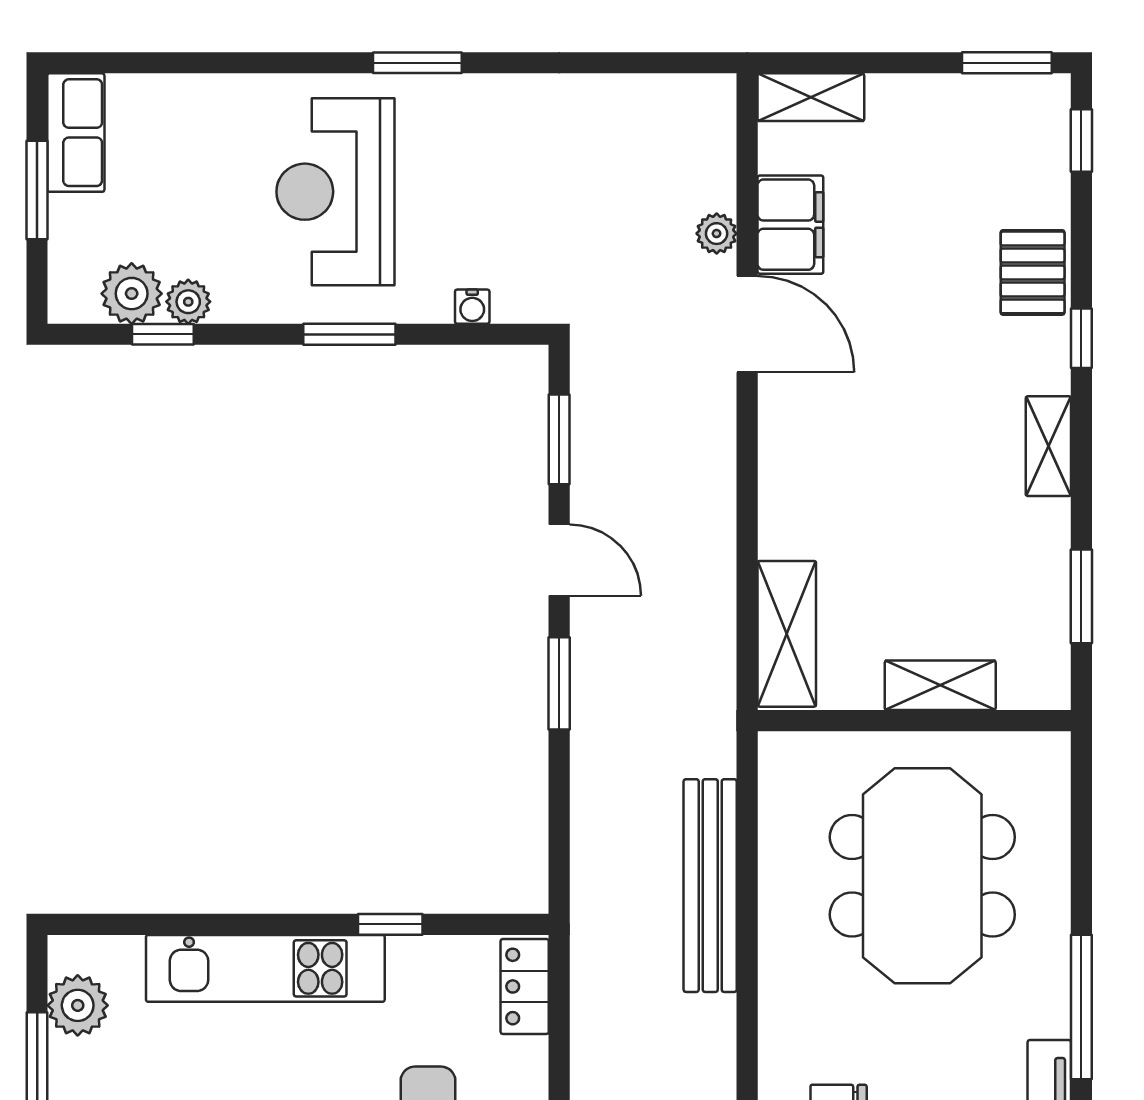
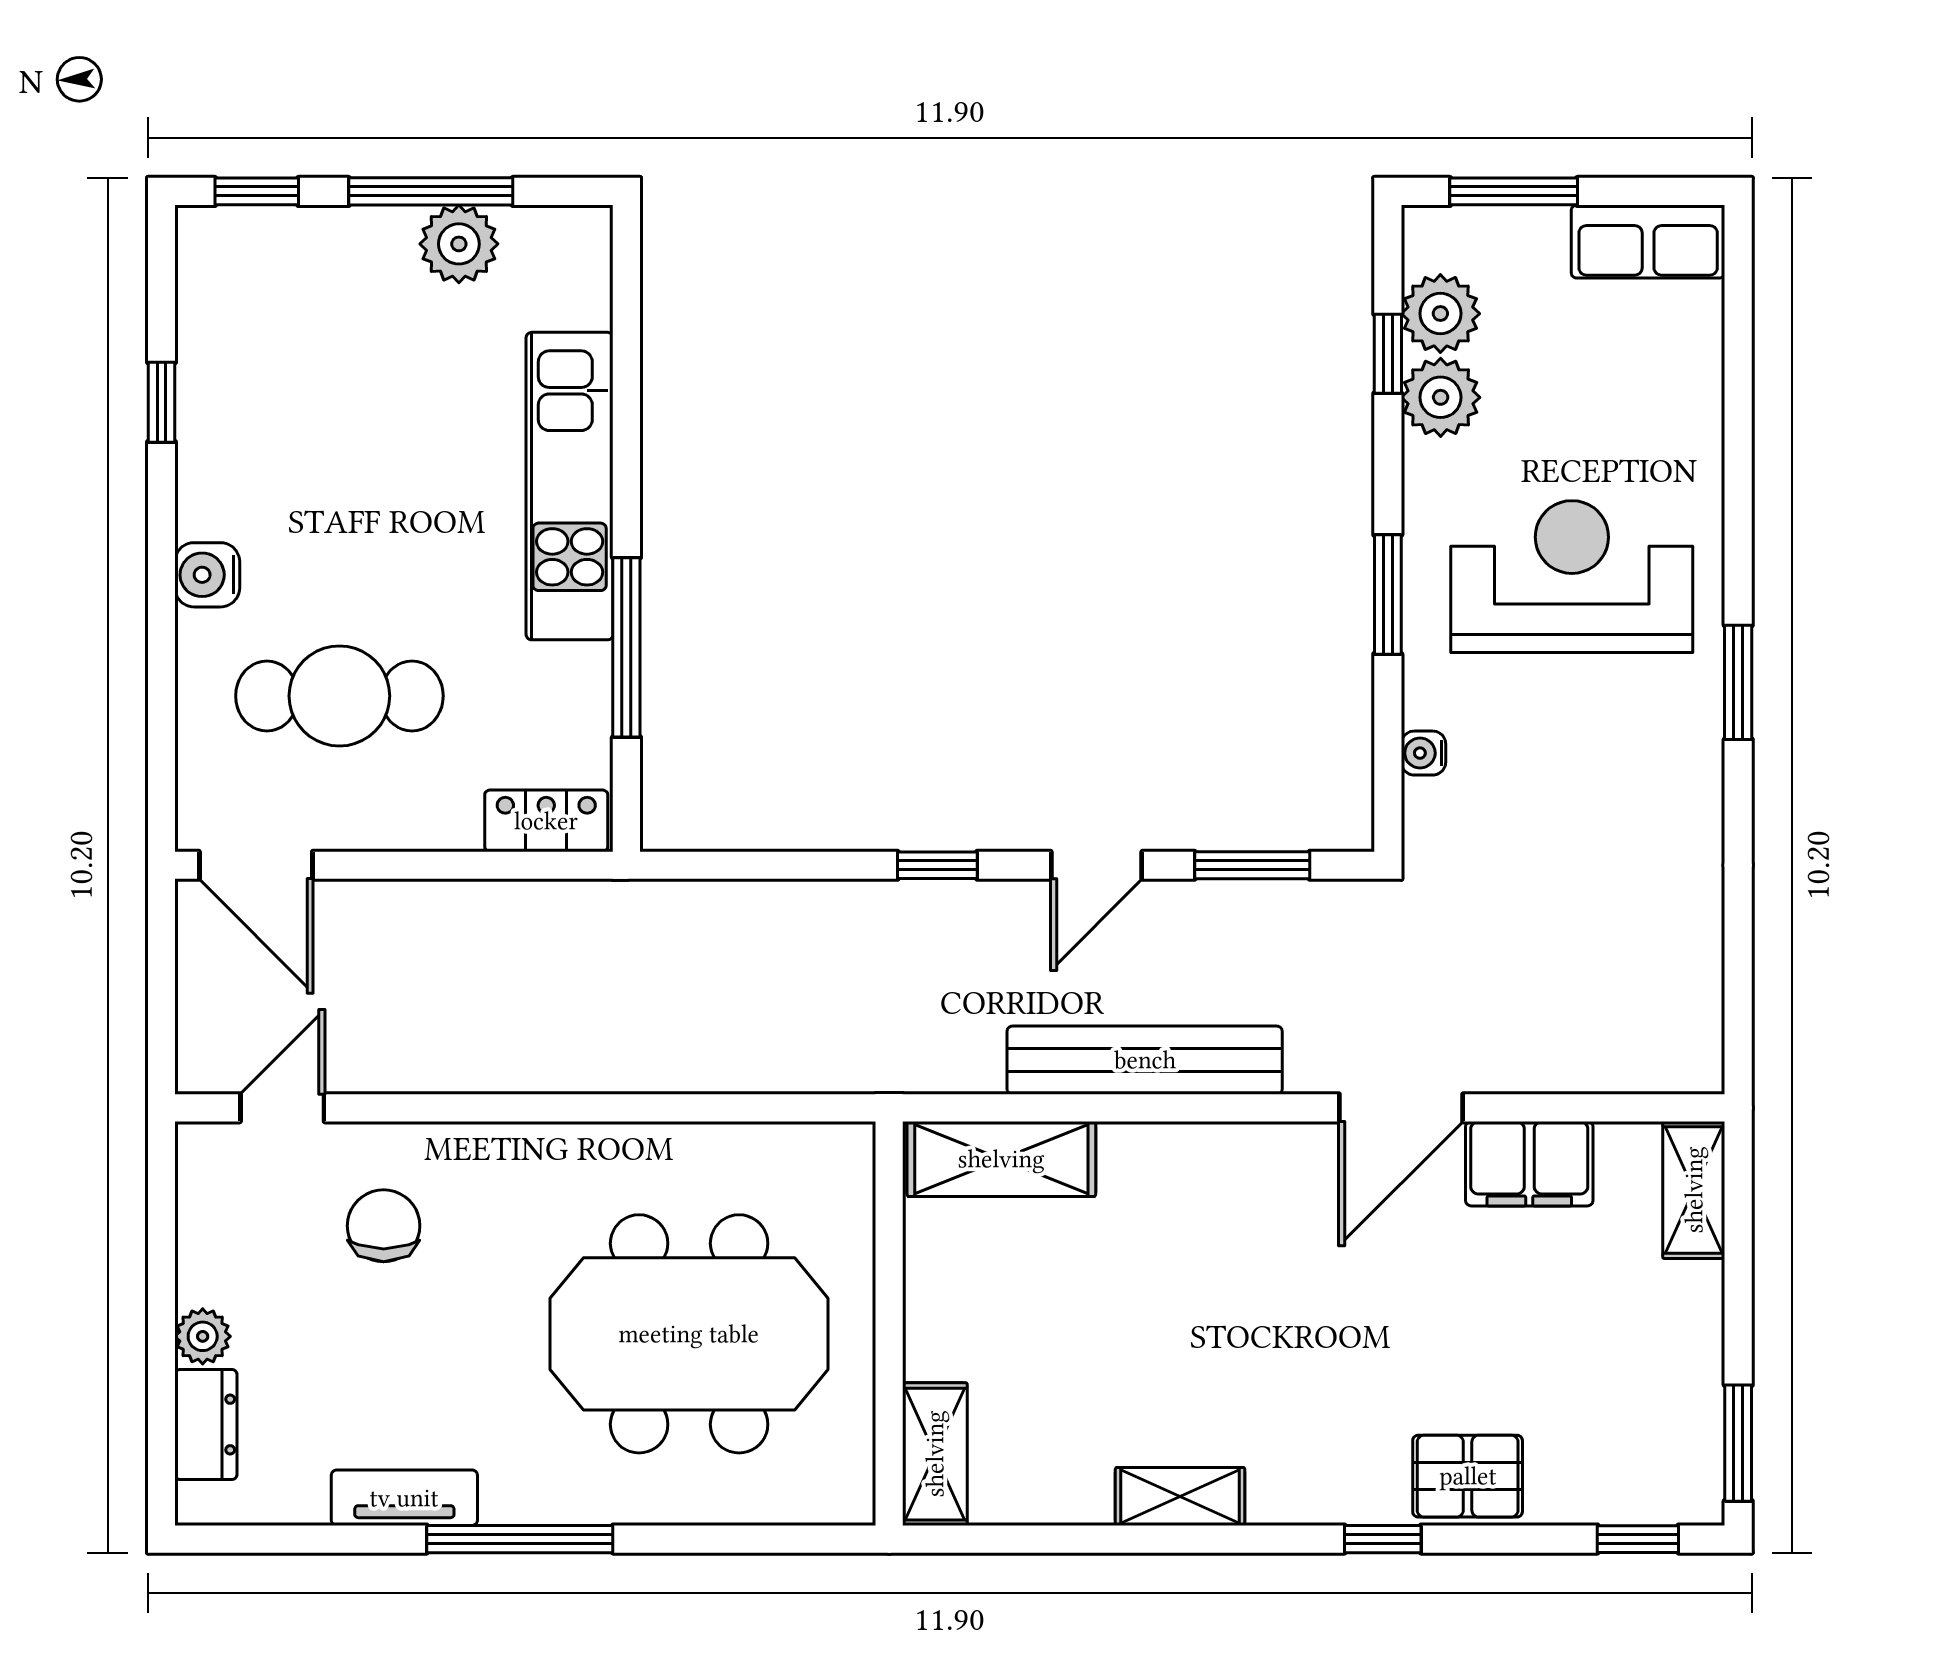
window: (37, 190) -> (1514, 191), moved
plant: (717, 234) -> (1518, 1068), removed
plant: (188, 302) -> (1441, 397), width x1.38, depth x1.38
shelving: (1048, 446) -> (1180, 1497), moved
window: (1081, 596) -> (1050, 1539), removed
window: (559, 683) -> (937, 865), width x0.67
shelving: (940, 685) -> (935, 1454), moved
bench: (710, 886) -> (1145, 1060), moved
window: (390, 924) -> (626, 647), width x2.17
plant: (78, 1005) -> (459, 244), moved

